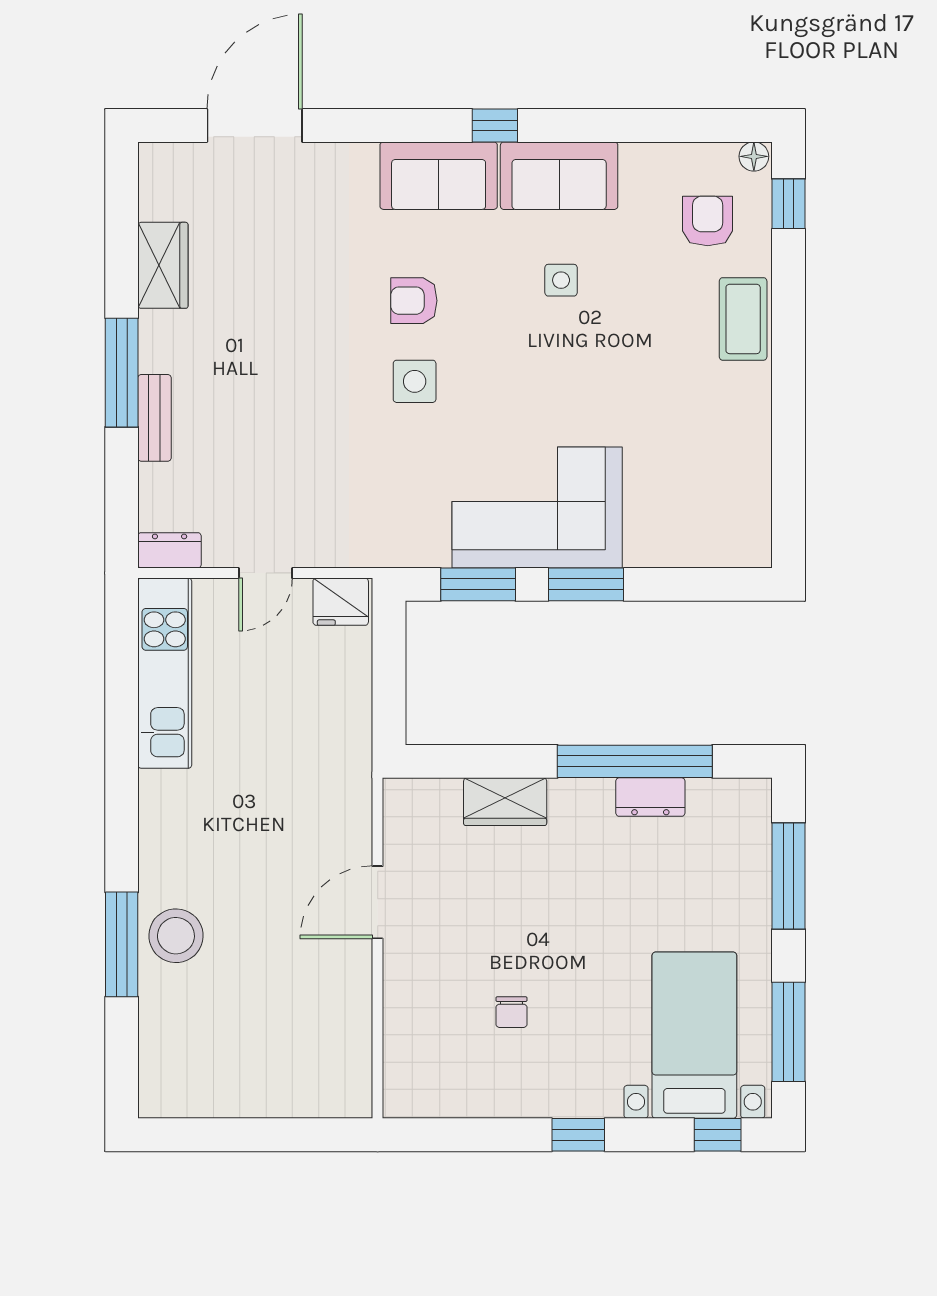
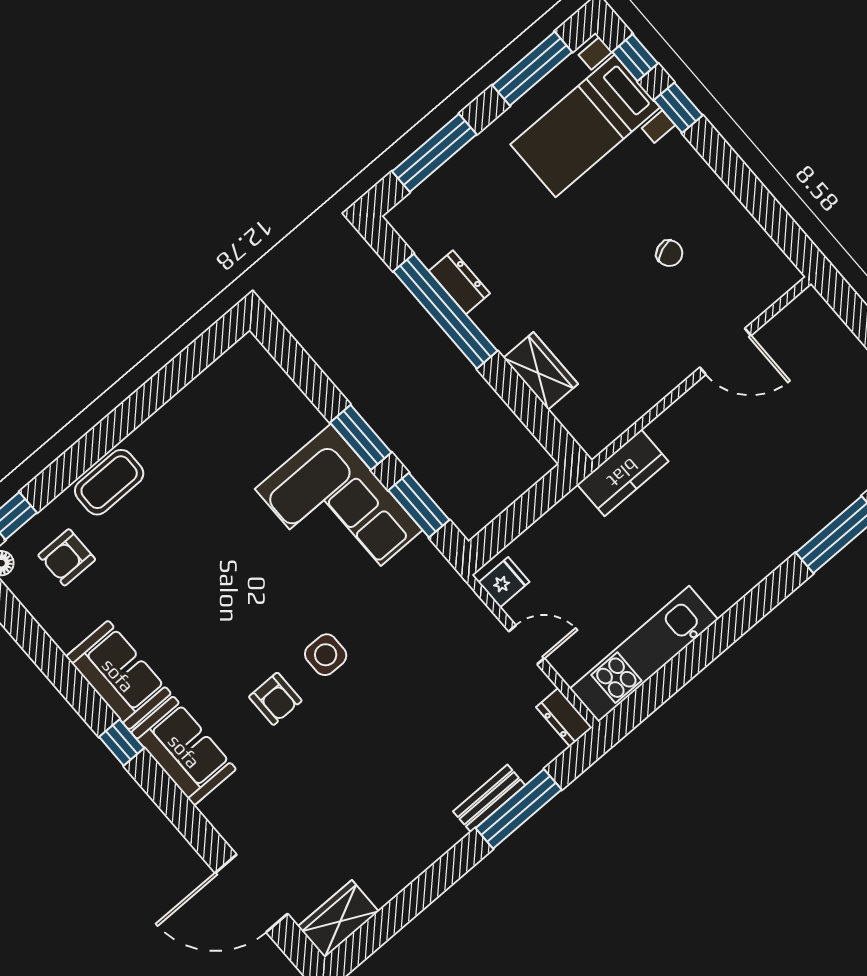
wardrobe: (163, 265) -> (338, 919), moved
side table: (561, 280) -> (183, 617), removed
window: (122, 373) -> (519, 809), moved
fridge: (341, 602) -> (504, 582), width x0.72
kitchen counter: (347, 797) -> (623, 473), added
door: (378, 902) -> (725, 351), moved
stool: (176, 936) -> (803, 505), removed
chair: (511, 1012) -> (669, 253), turned 70
window: (578, 1135) -> (678, 108), moved

